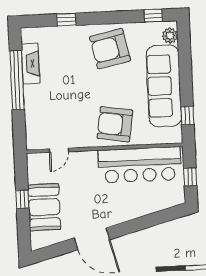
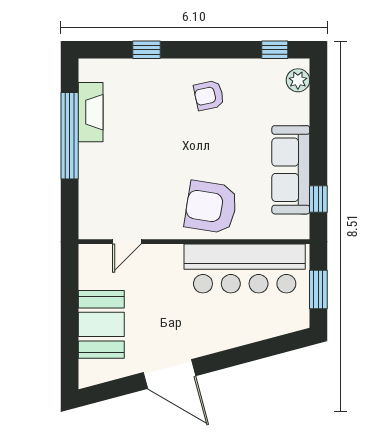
armchair: (110, 49) -> (209, 95), width x0.53, depth x0.53
sofa: (164, 86) -> (291, 170), width x0.74, depth x0.79
window: (190, 177) -> (318, 289), width x1.50
window: (22, 199) -> (70, 311), removed

